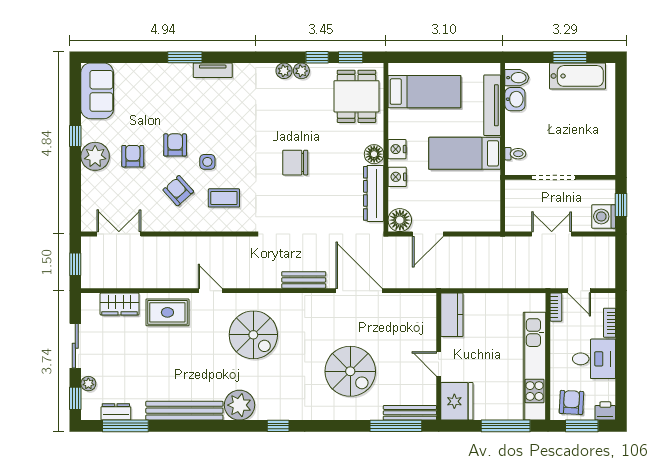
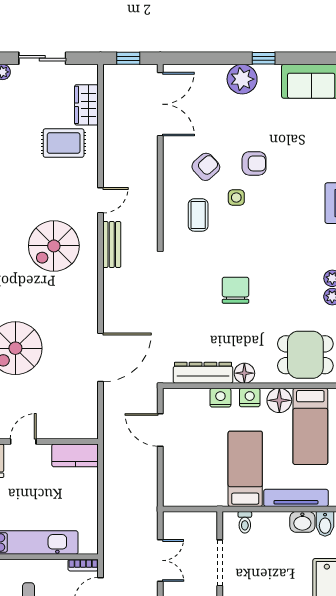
armchair: (133, 156) -> (242, 119), removed
floor lamp: (400, 220) -> (279, 400), moved
double door: (119, 234) -> (160, 104), width x1.37
bench: (304, 280) -> (112, 244), moved
rug: (167, 312) -> (64, 143), moved, turned 90

